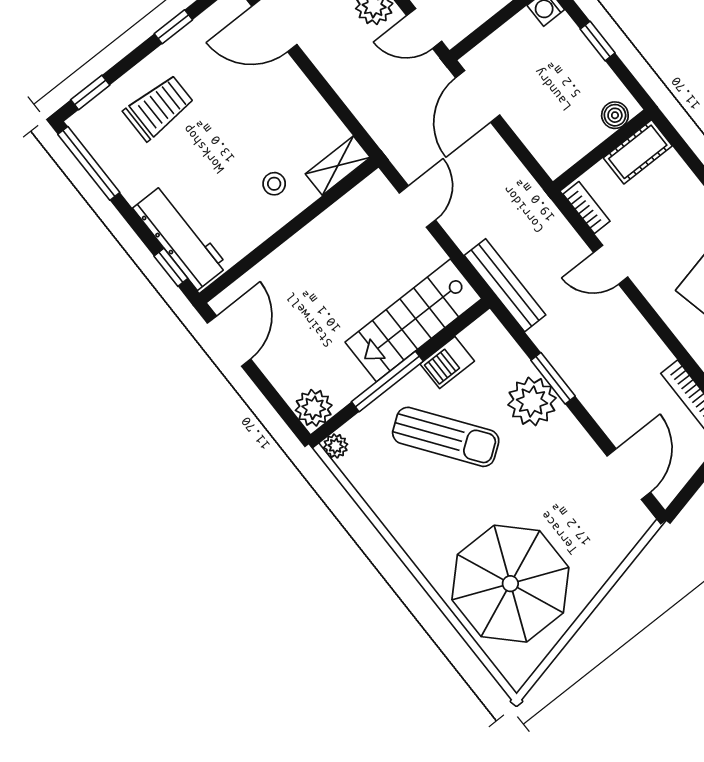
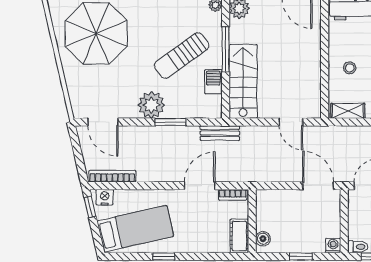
shelving: (338, 166) -> (348, 111), moved, turned 90
door: (611, 265) -> (200, 186), width x1.38
bench: (505, 285) -> (220, 133), width x0.73
plant: (532, 401) -> (151, 105), moved

